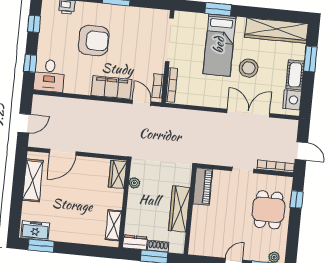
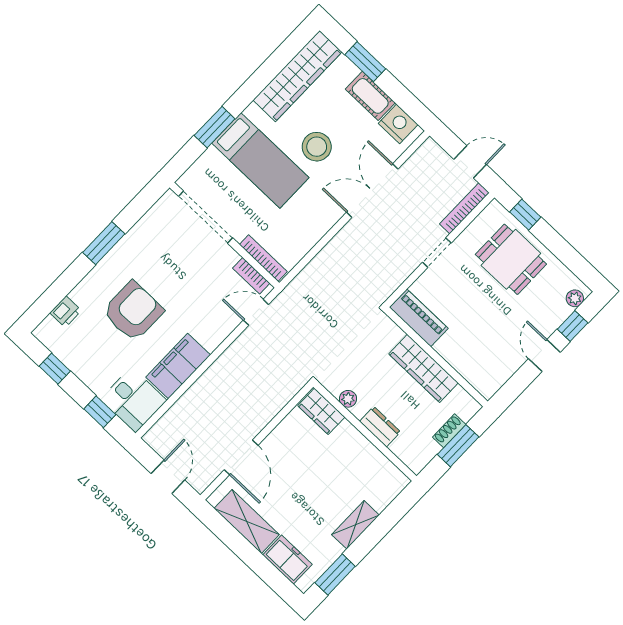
filing cabinet: (111, 87) -> (178, 366), moved
shelving: (114, 225) -> (355, 525), moved, turned 90
freezer: (35, 230) -> (287, 560), moved, turned 90
dresser: (135, 242) -> (380, 427), moved, turned 90

